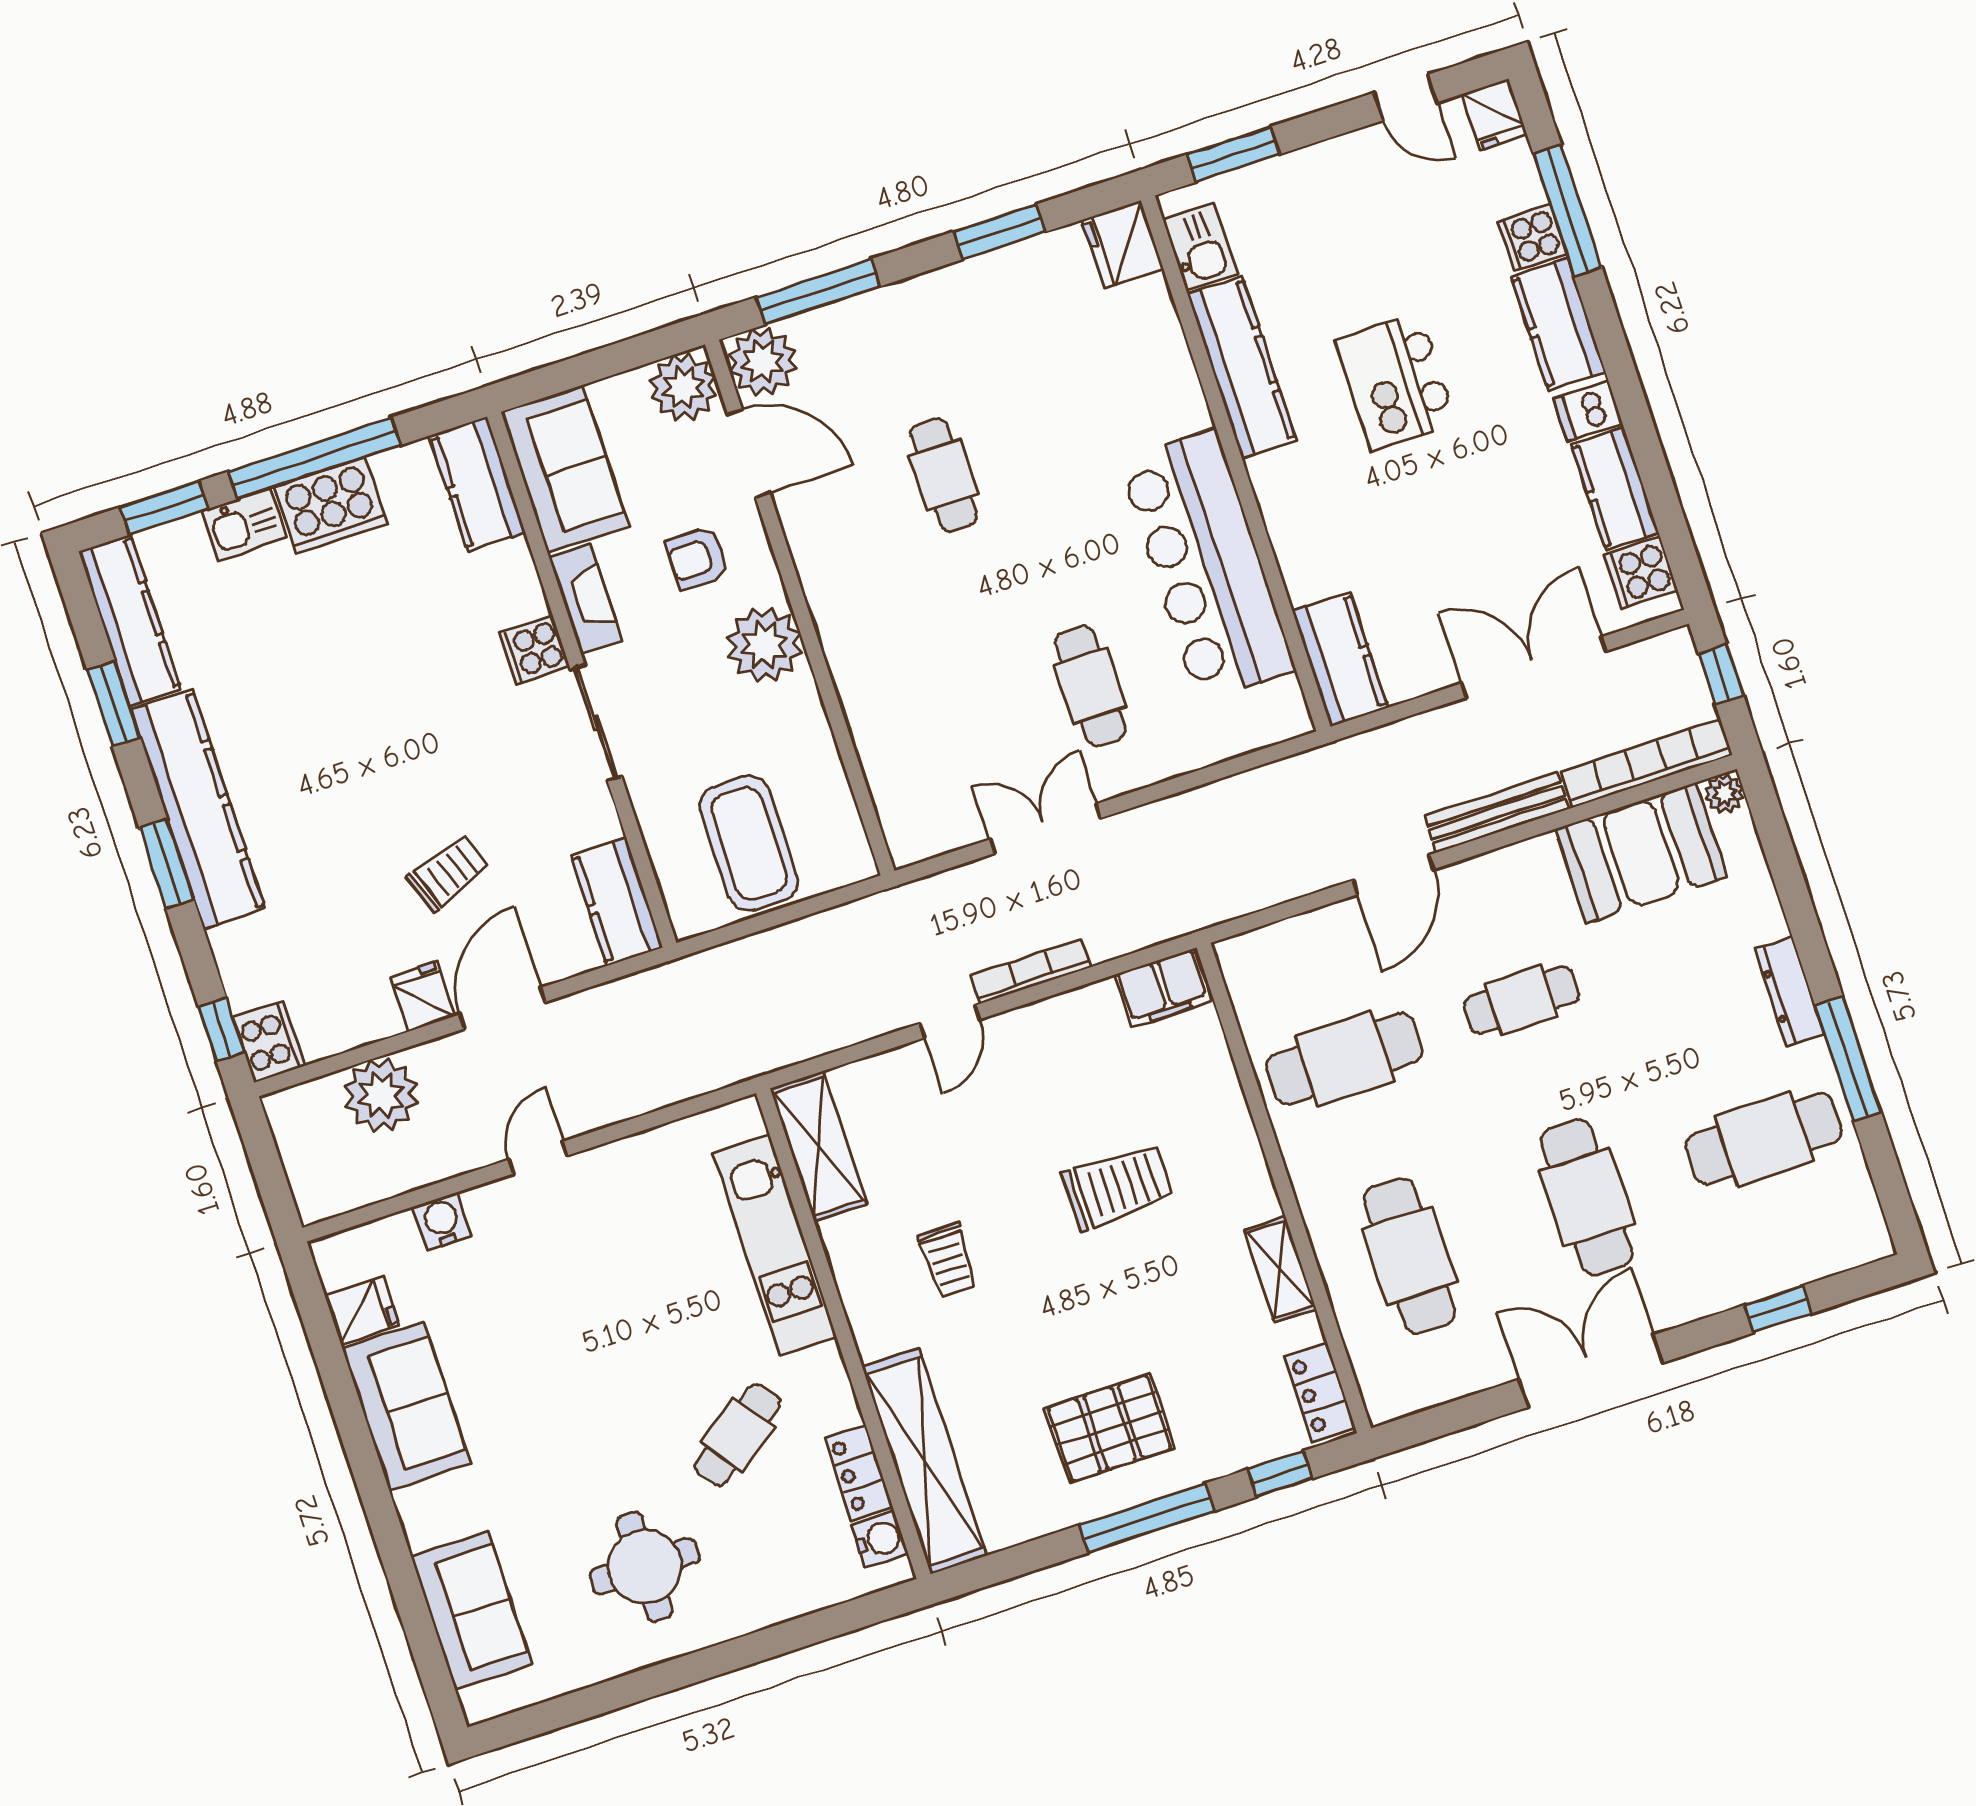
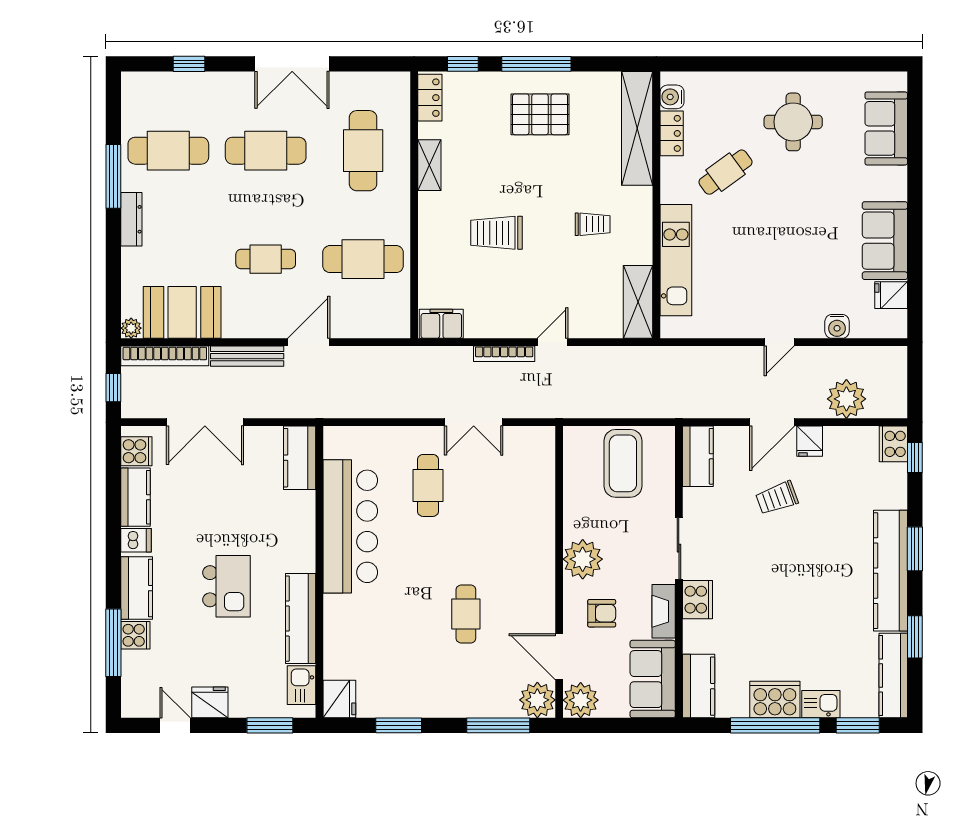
fridge: (1494, 115) -> (210, 702), moved, width x1.38
cooker: (534, 650) -> (698, 600), width x1.36
cafe table: (1587, 1197) -> (266, 151), turned 90
trolley: (948, 1260) -> (593, 224), turned 90

